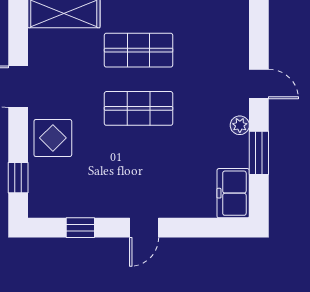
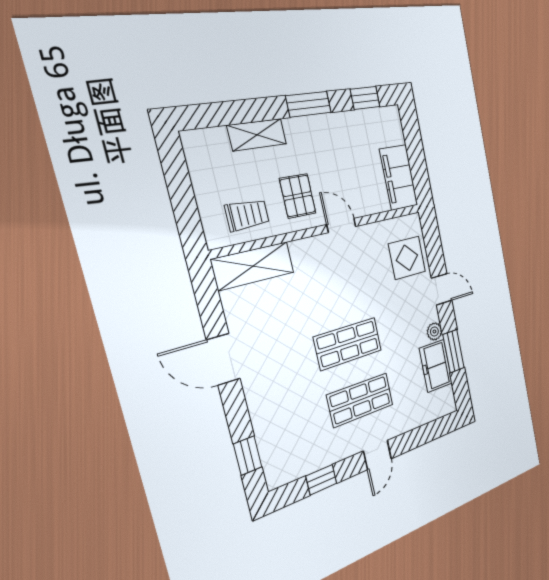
shop shelf: (139, 50) -> (360, 400), moved
display table: (53, 138) -> (407, 258), moved
freezer: (233, 193) -> (436, 366), moved

